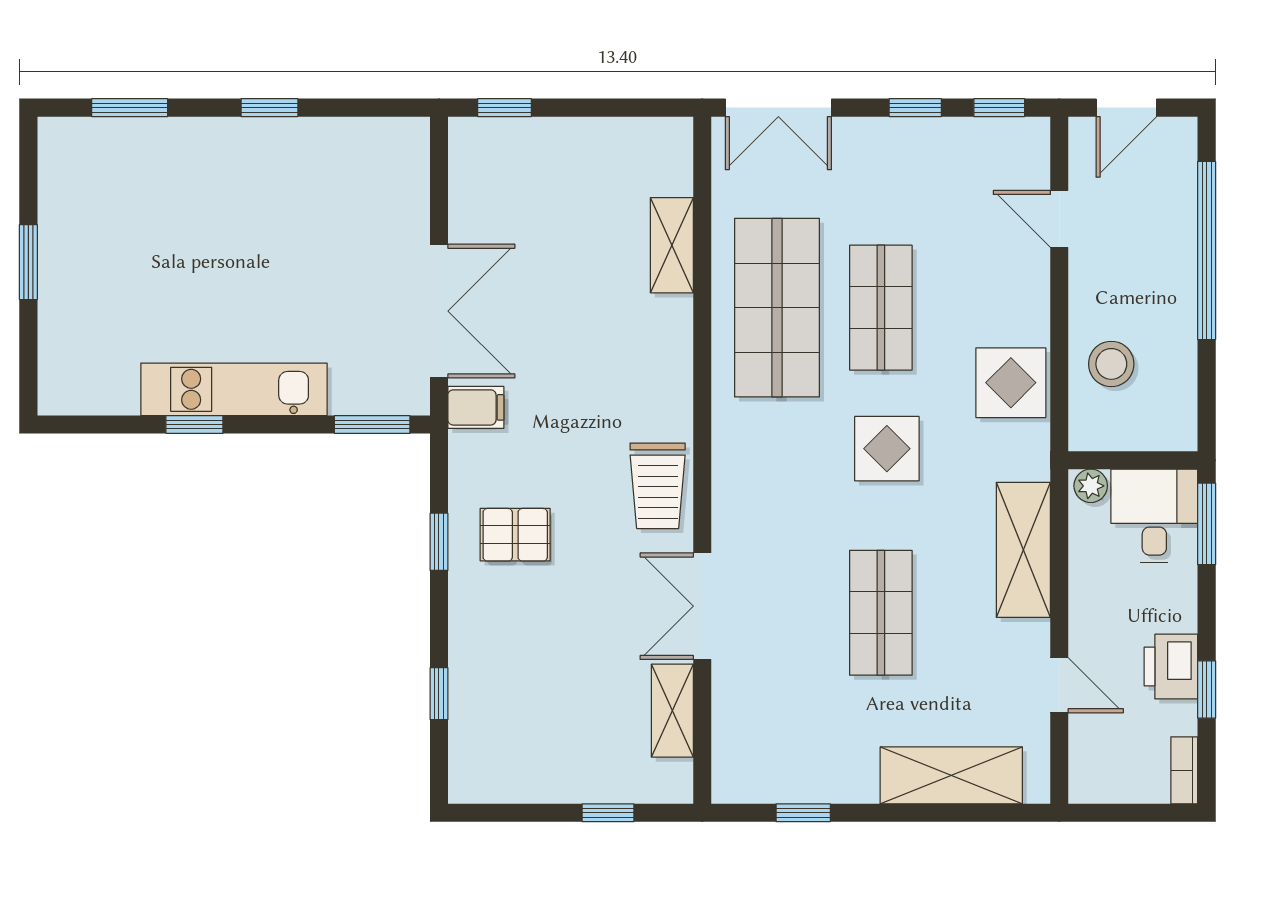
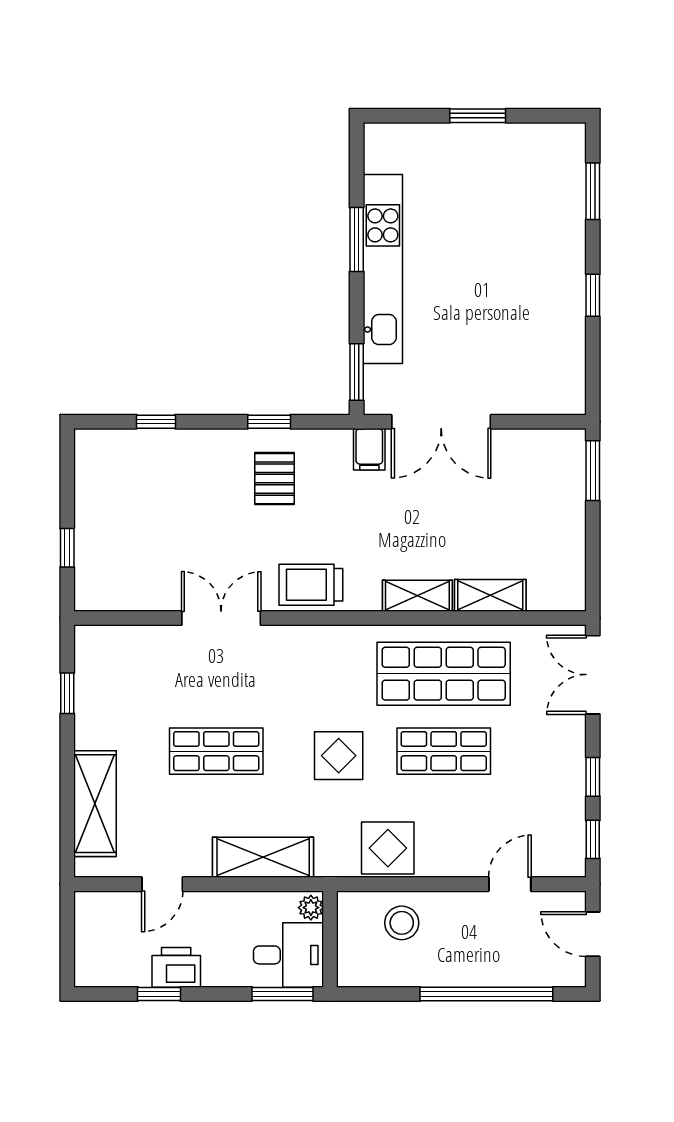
window: (505, 108) -> (593, 471), width x1.50
kitchen unit: (234, 389) -> (383, 269), width x1.36
window: (194, 424) -> (357, 239), width x1.50
shelving: (672, 711) -> (417, 596), moved
bookcase: (1184, 770) -> (99, 977), removed

